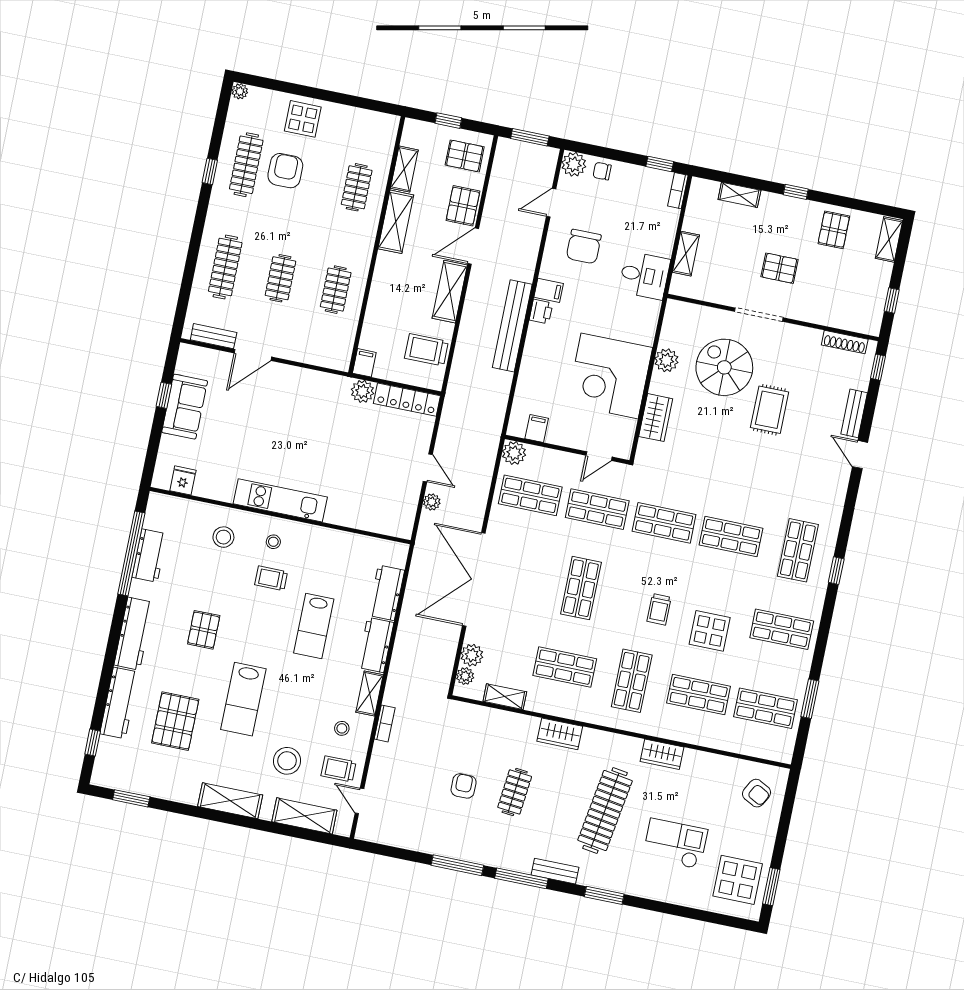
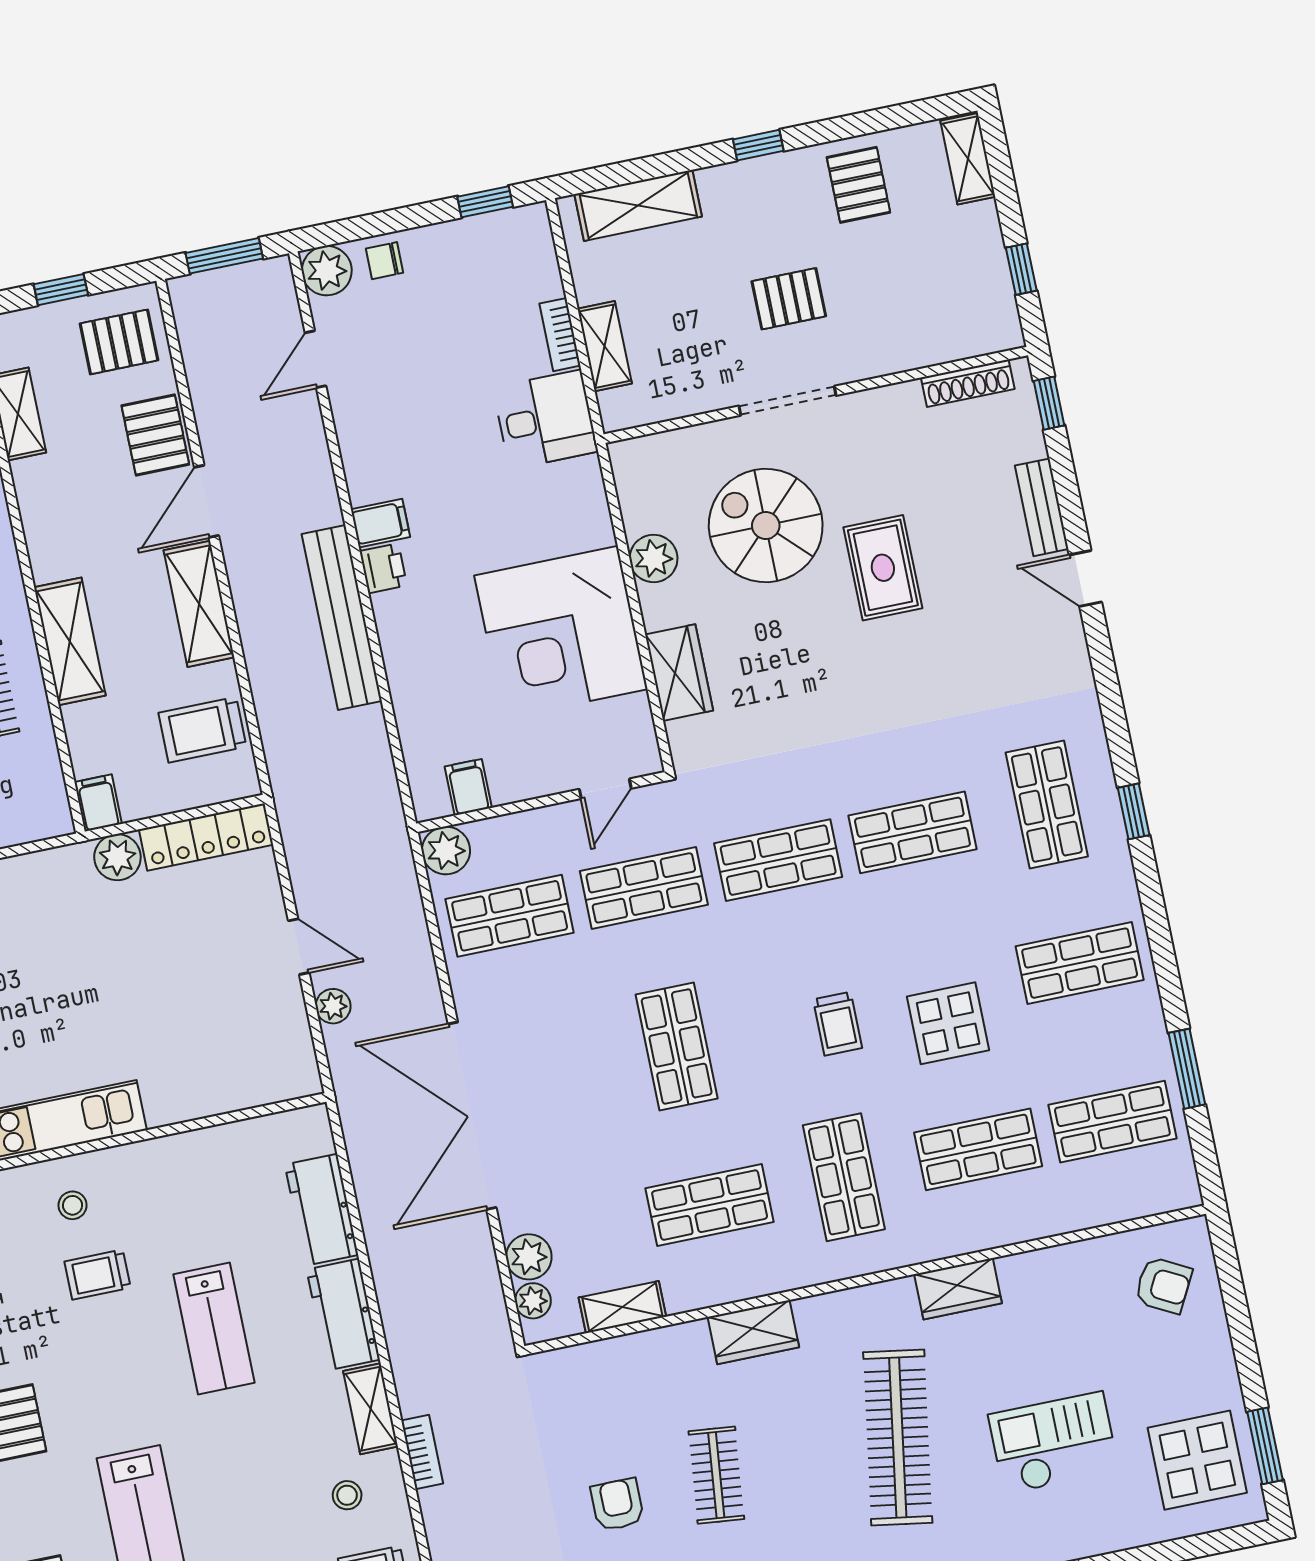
bookcase: (678, 191) -> (560, 335), moved
shelving: (739, 195) -> (638, 205), width x1.50, depth x1.33
shelving: (396, 222) -> (70, 641), moved
chair: (584, 247) -> (411, 414), removed

